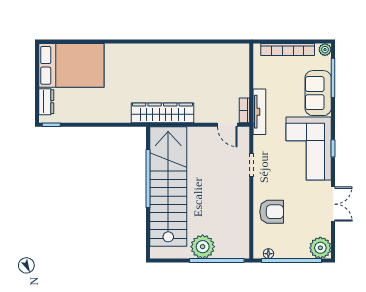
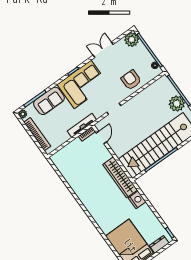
nightstand: (120, 114) -> (137, 200), added

